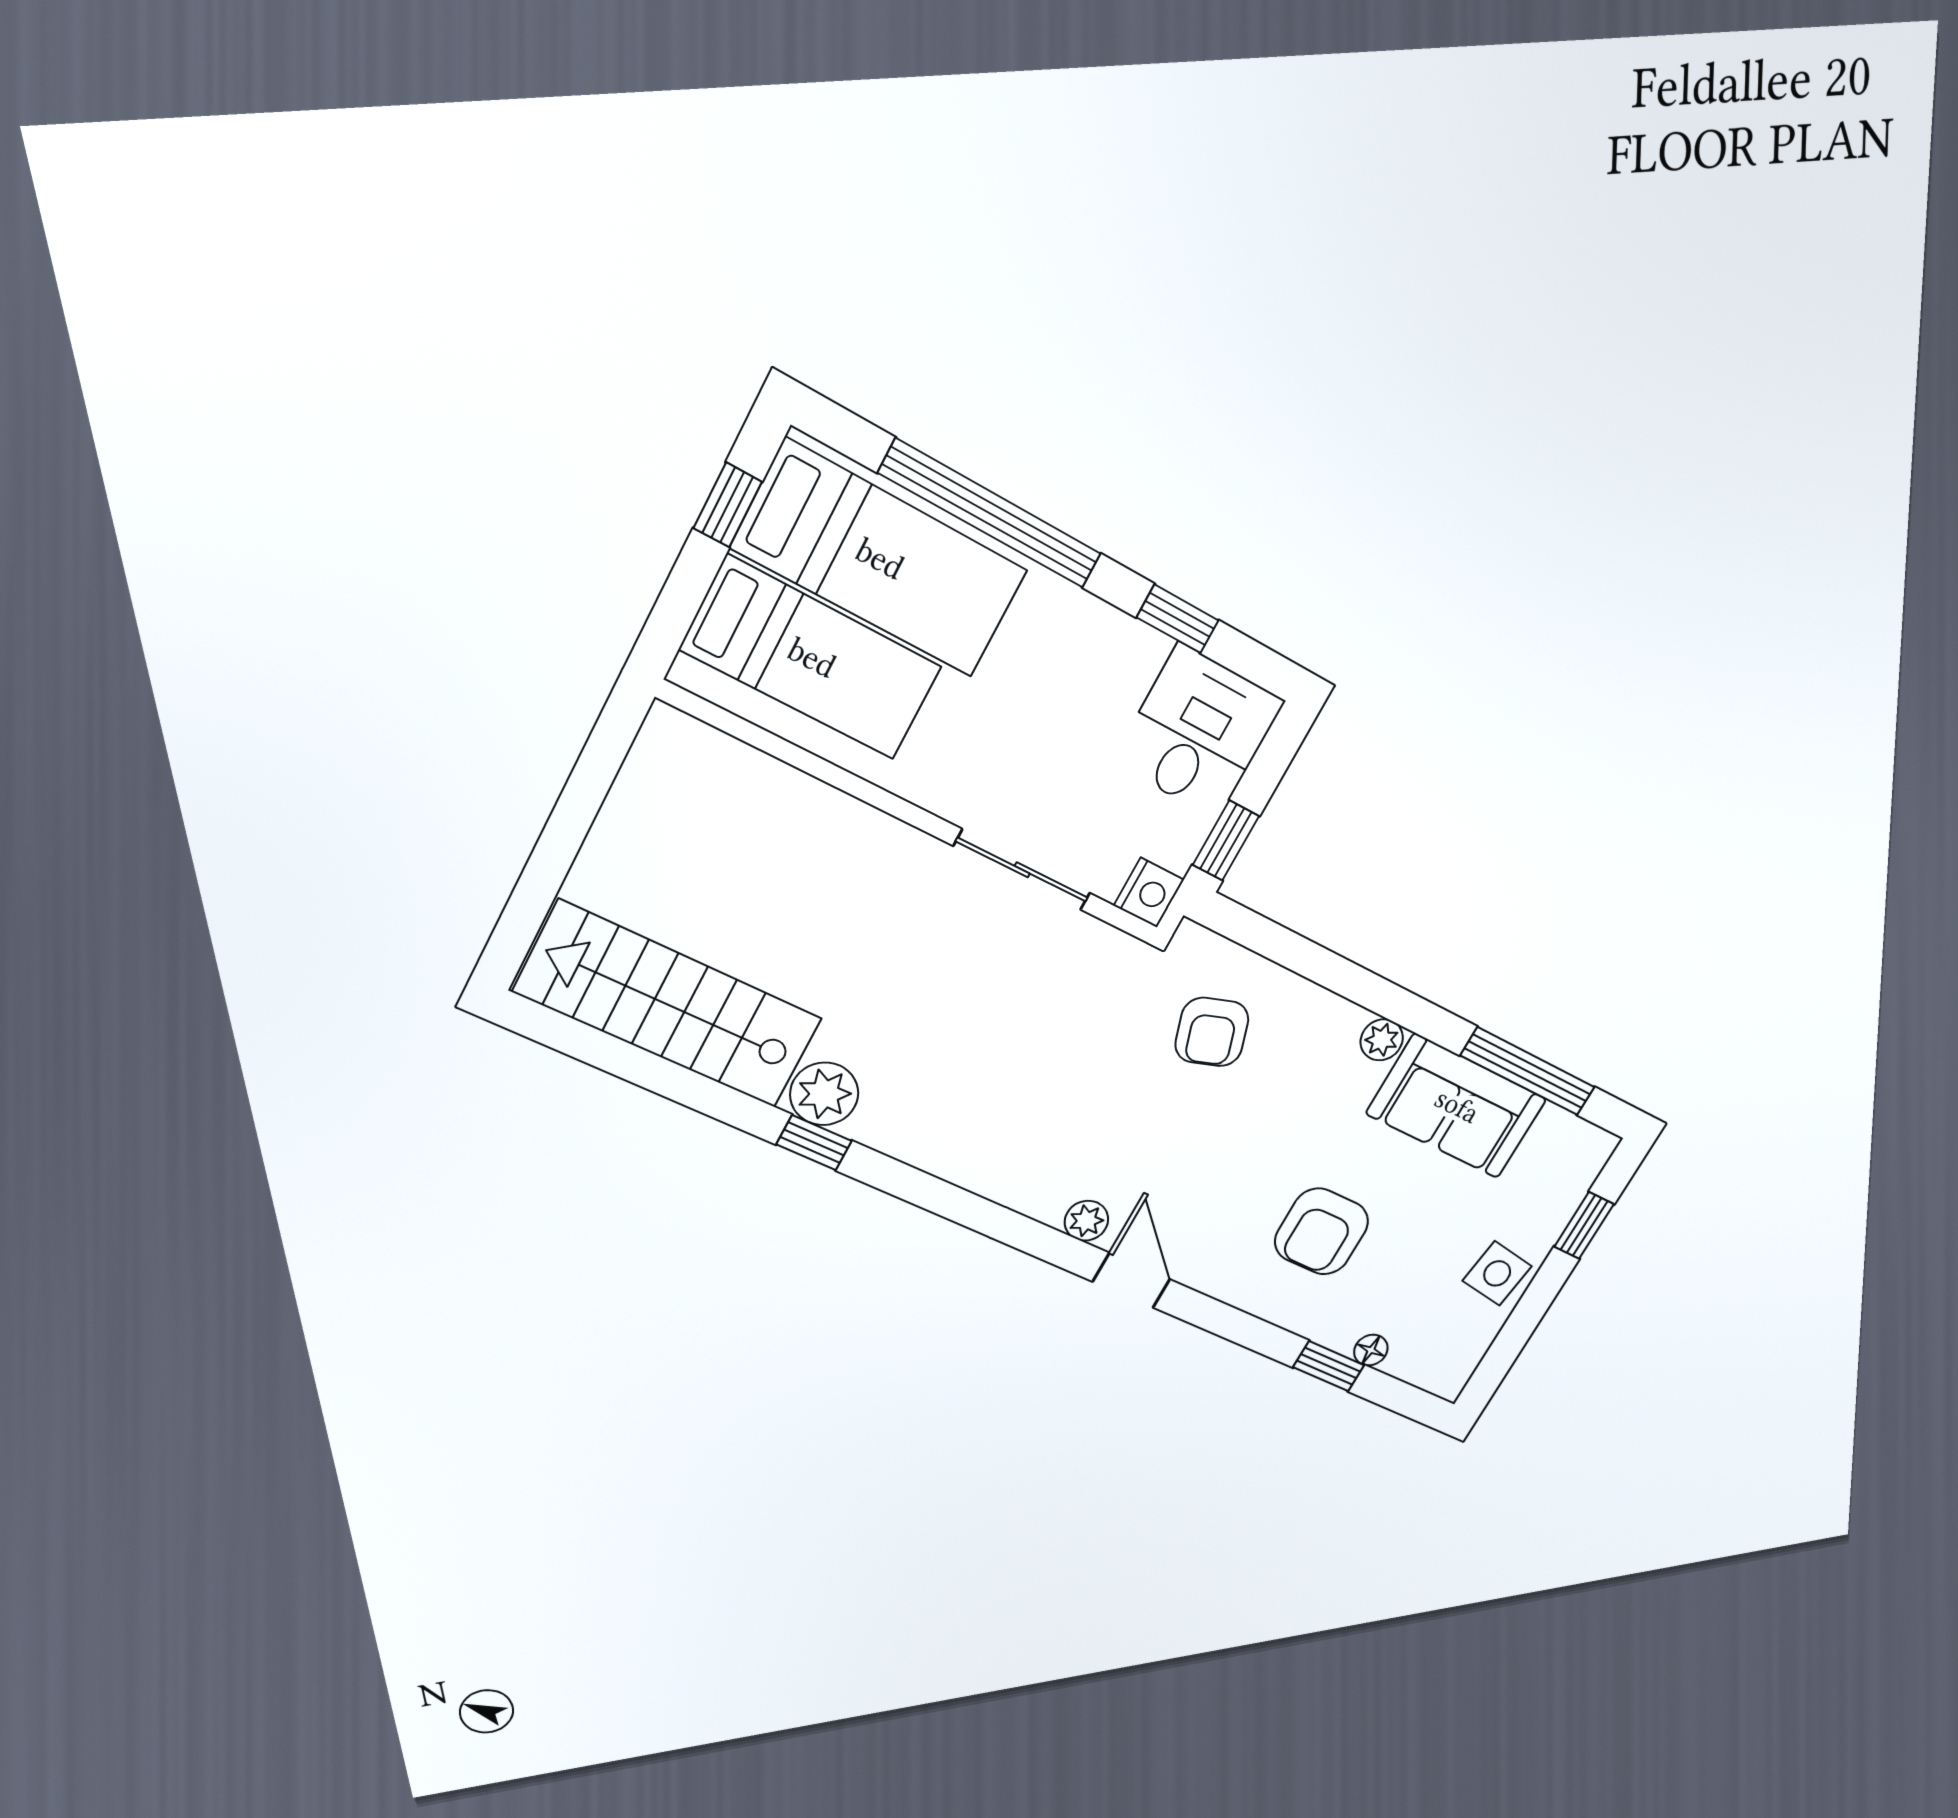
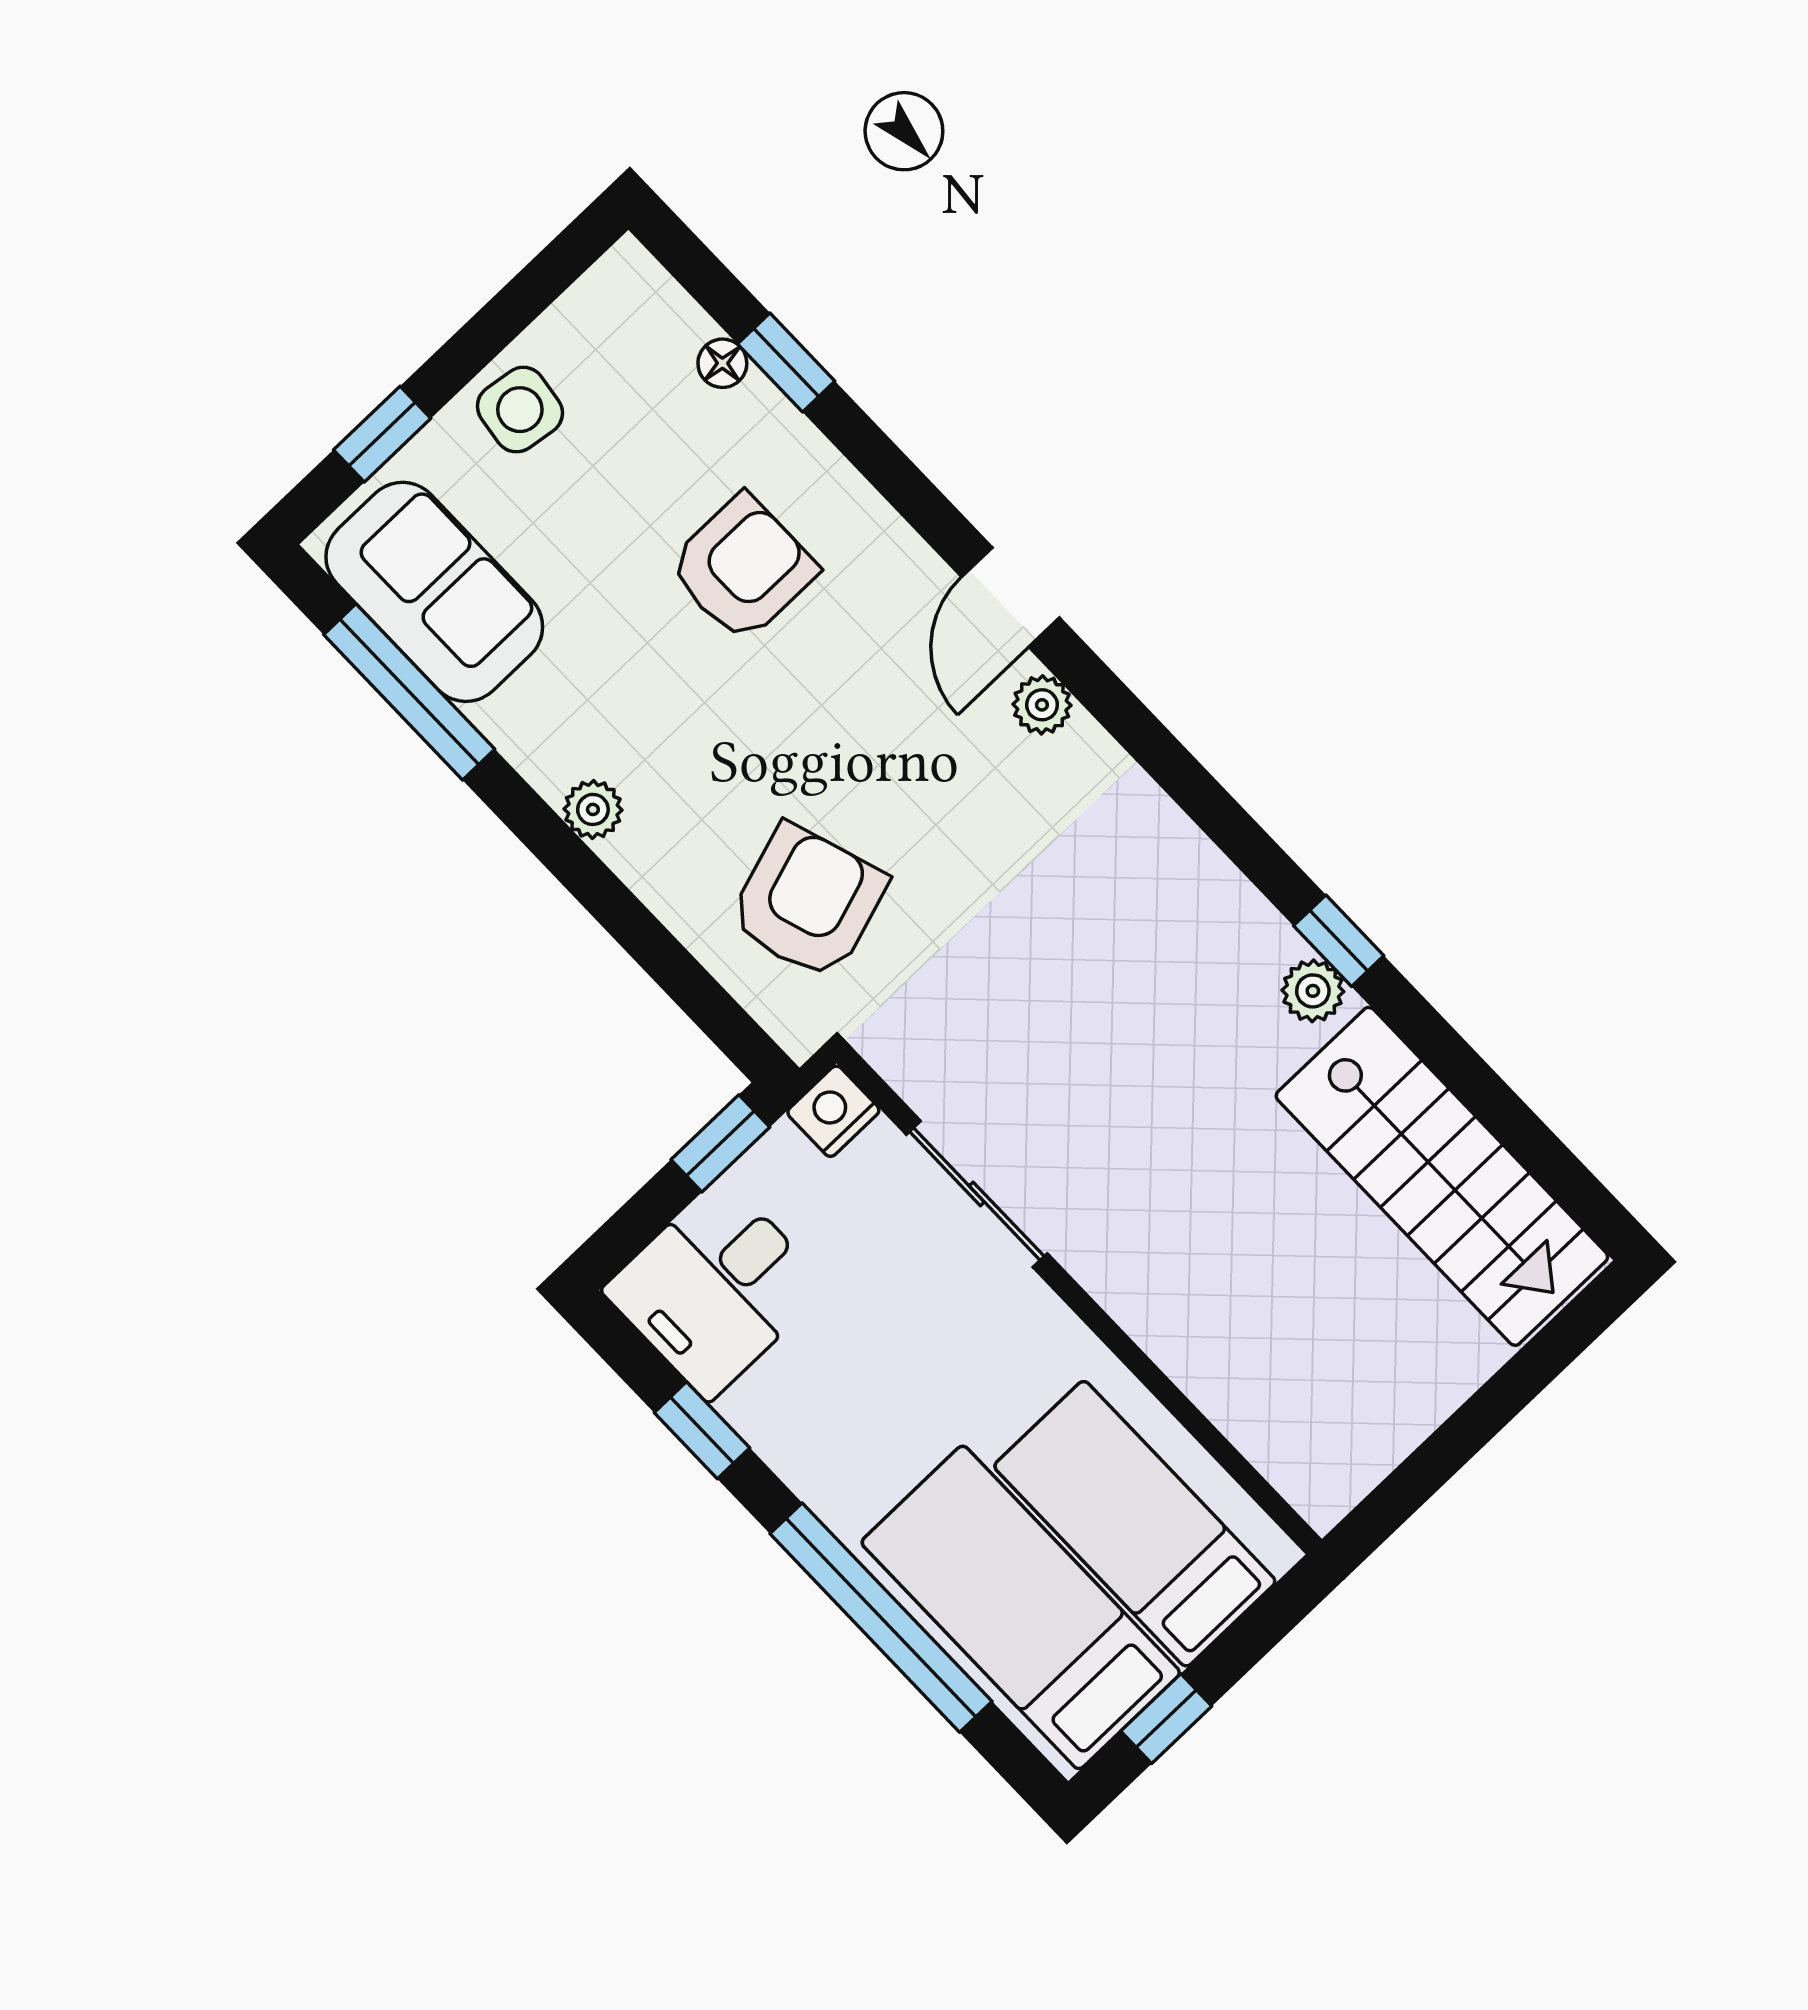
armchair: (1212, 1032) -> (808, 902), width x1.38, depth x1.38
plant: (824, 1094) -> (1313, 991), width x0.73, depth x0.73
sofa: (1457, 1106) -> (434, 592), moved

